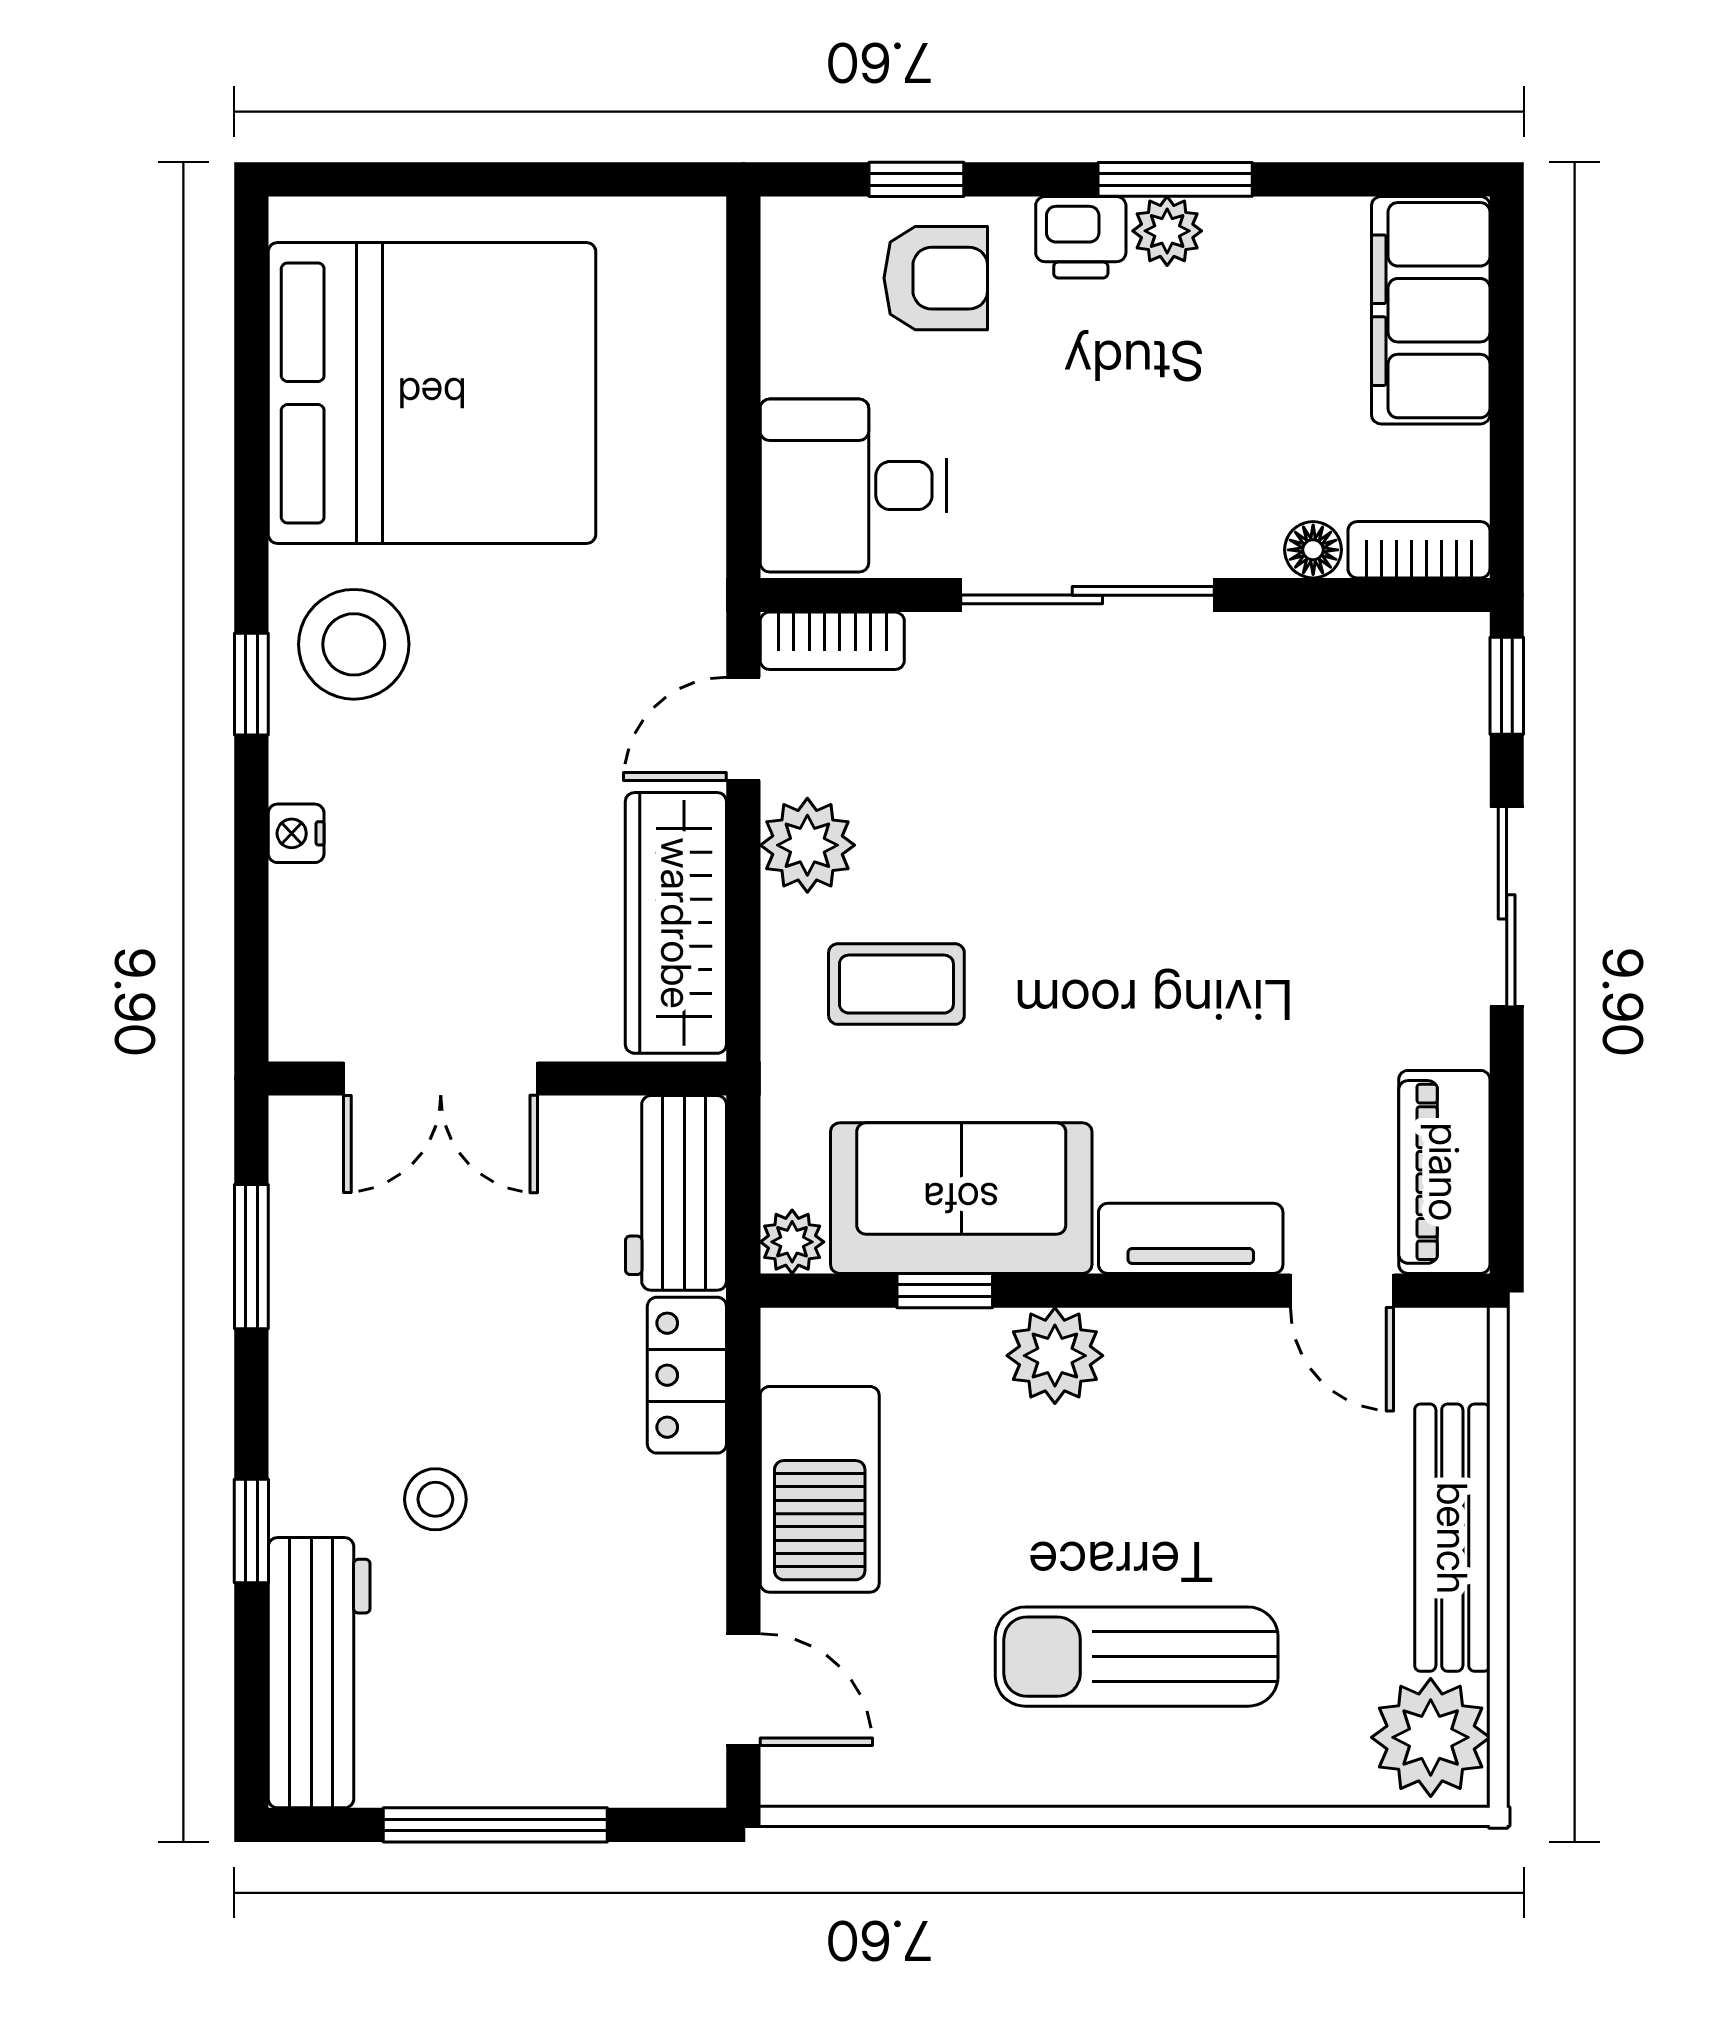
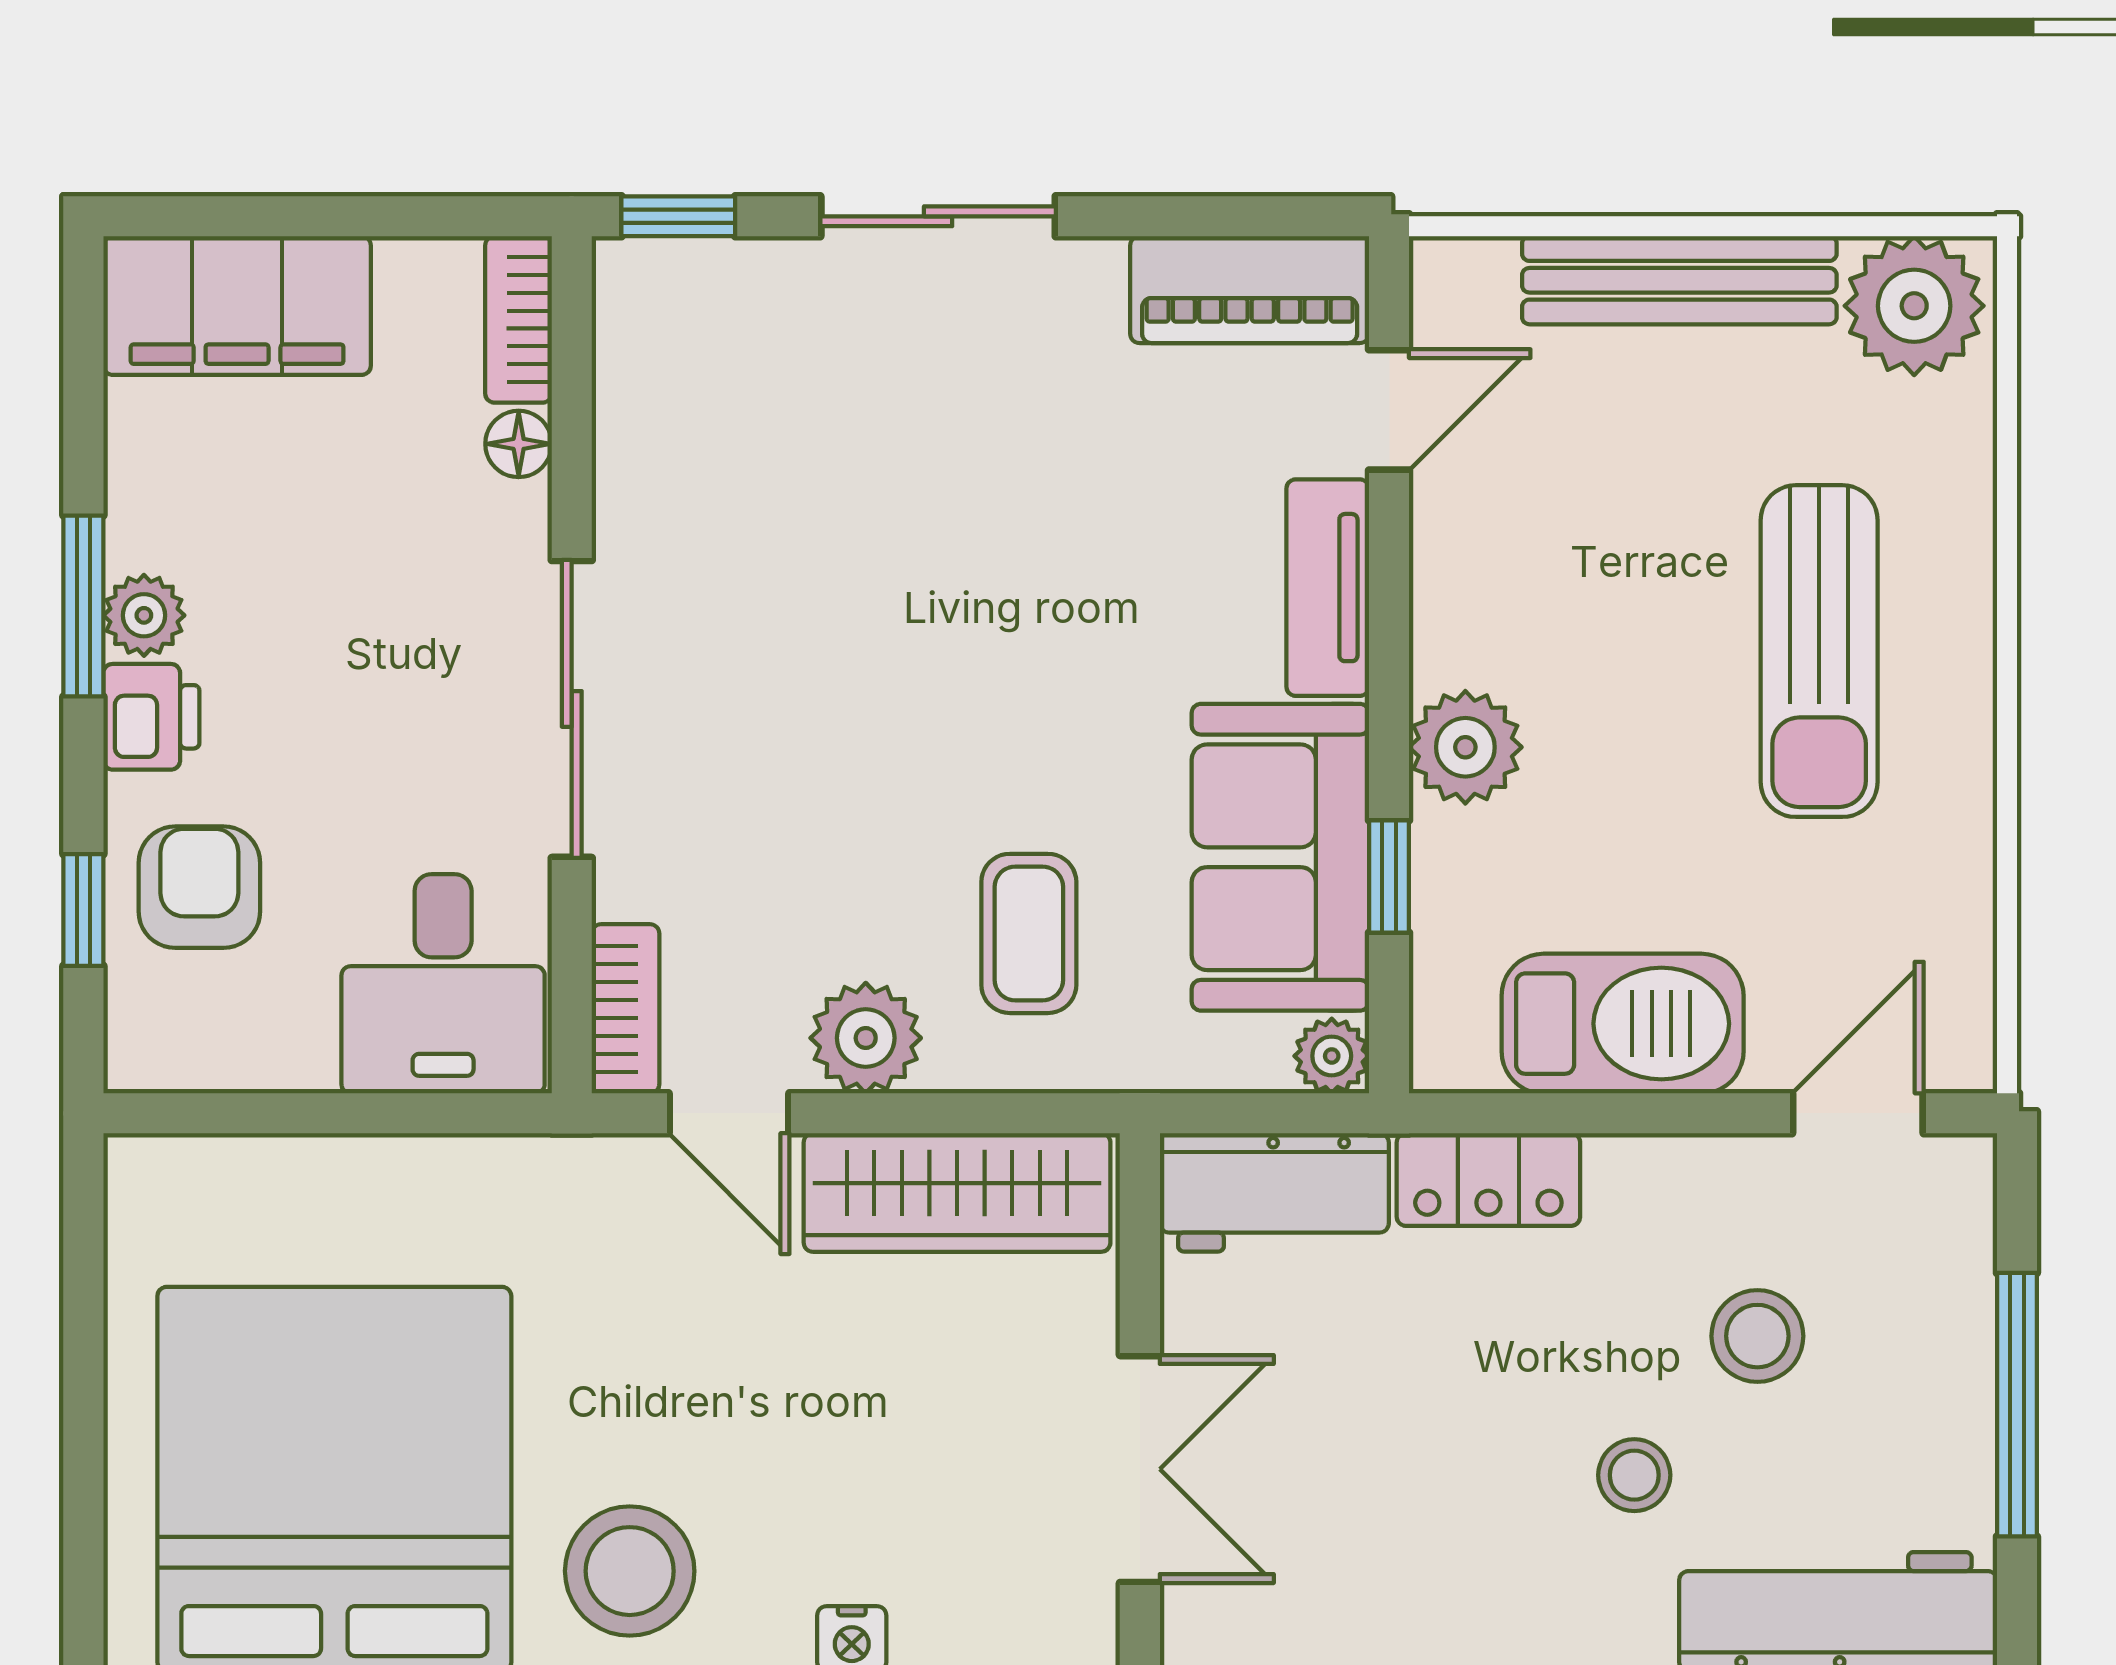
stool: (554, 1604) -> (1757, 1336), added

